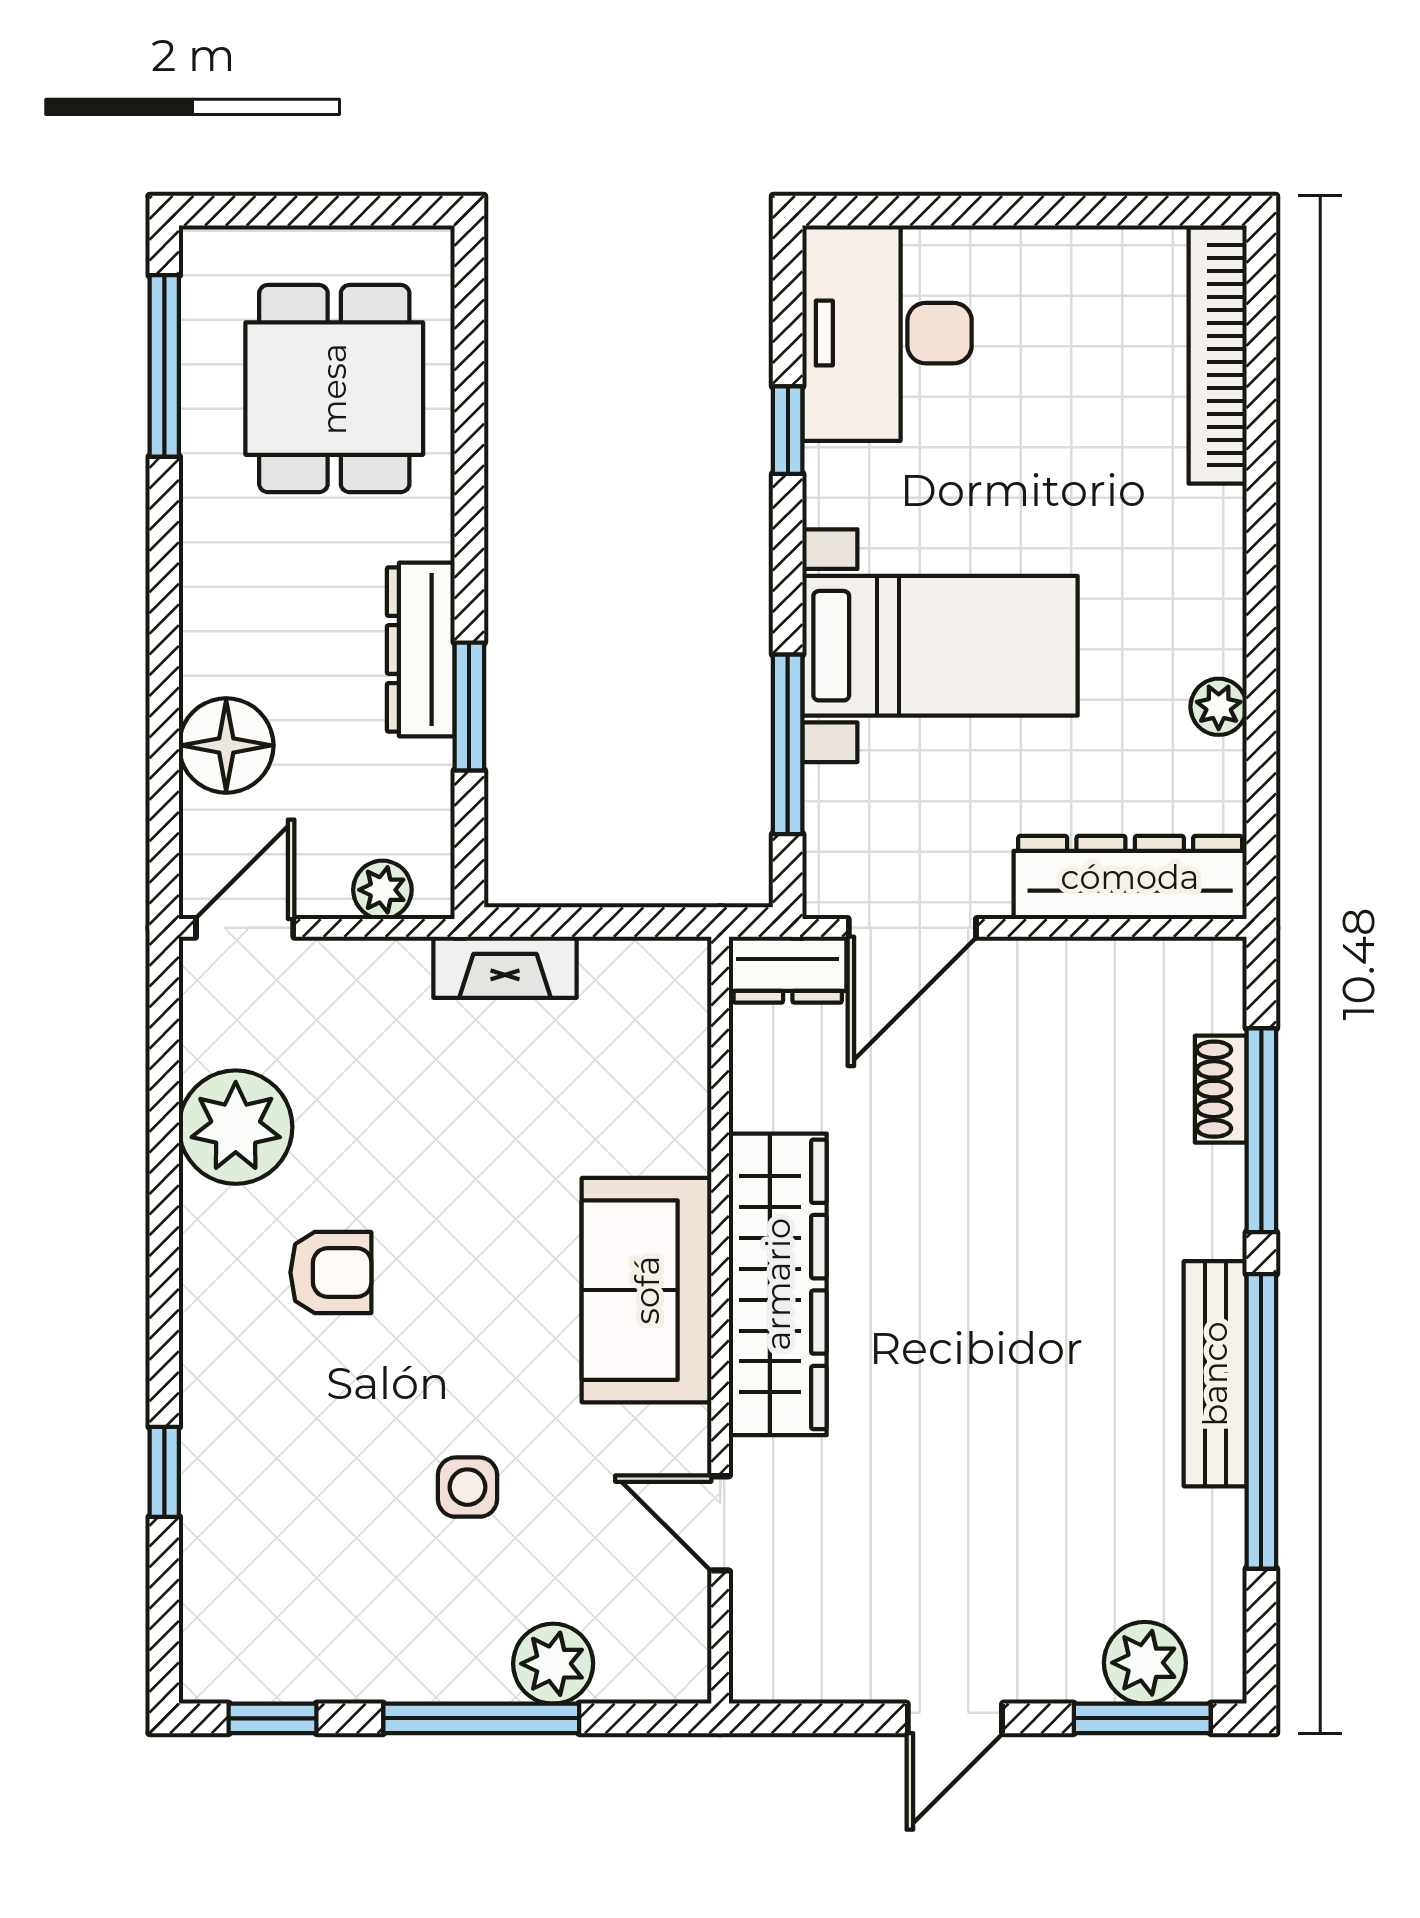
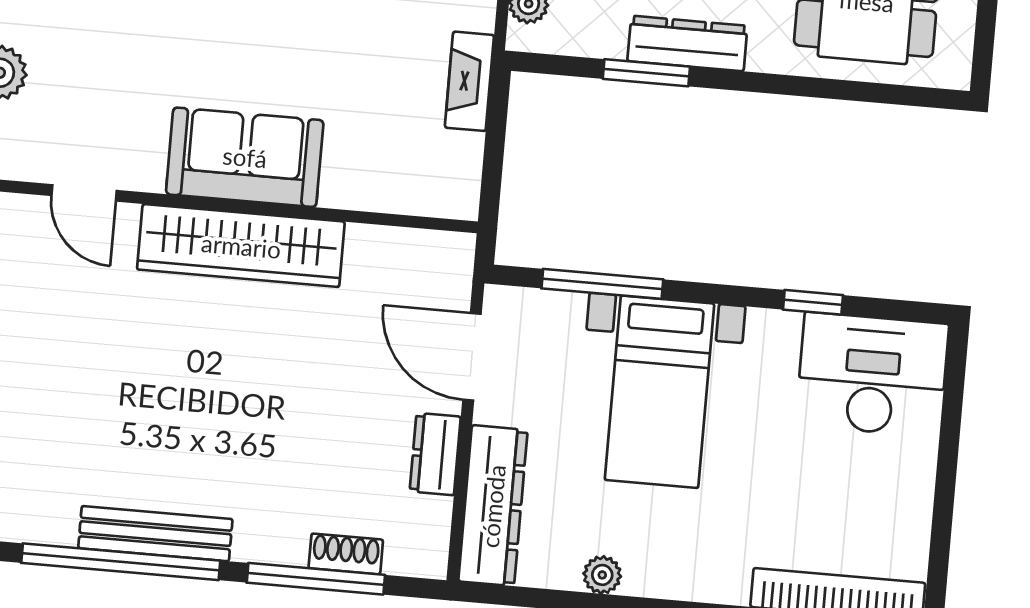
dresser: (788, 970) -> (435, 454), moved
side table: (468, 1487) -> (123, 26), removed
door: (720, 1523) -> (84, 193), swing flipped

